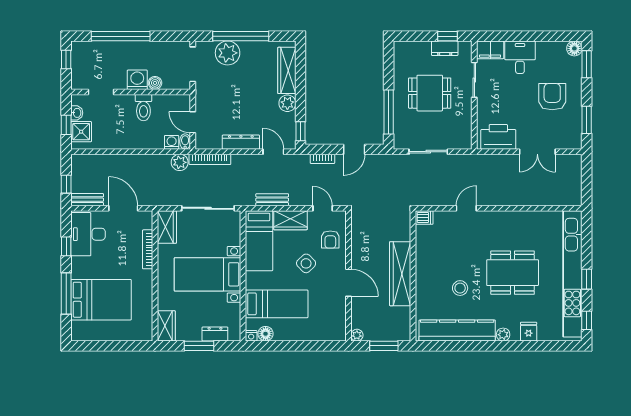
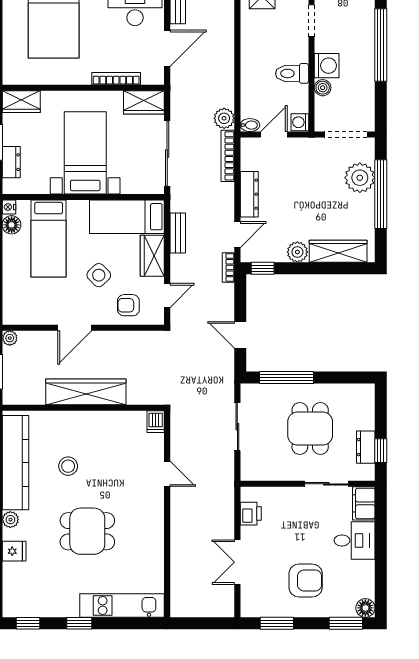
printer: (498, 137) -> (251, 514), width x0.53, depth x0.68
washing machine: (172, 142) -> (300, 122), moved, turned 180
bookcase: (322, 159) -> (228, 267), moved
dining table: (513, 273) -> (87, 531), width x0.73
kitchen unit: (572, 274) -> (122, 605), width x0.54

